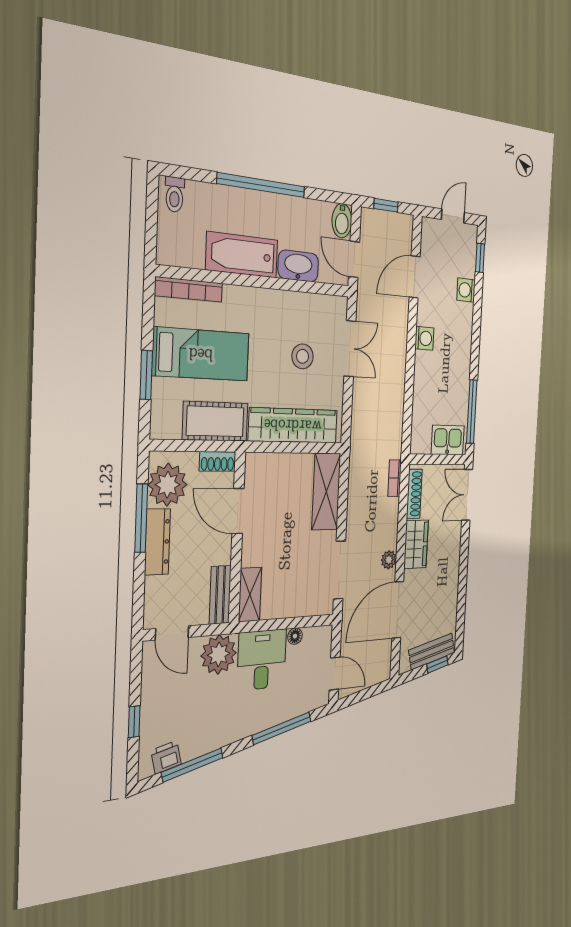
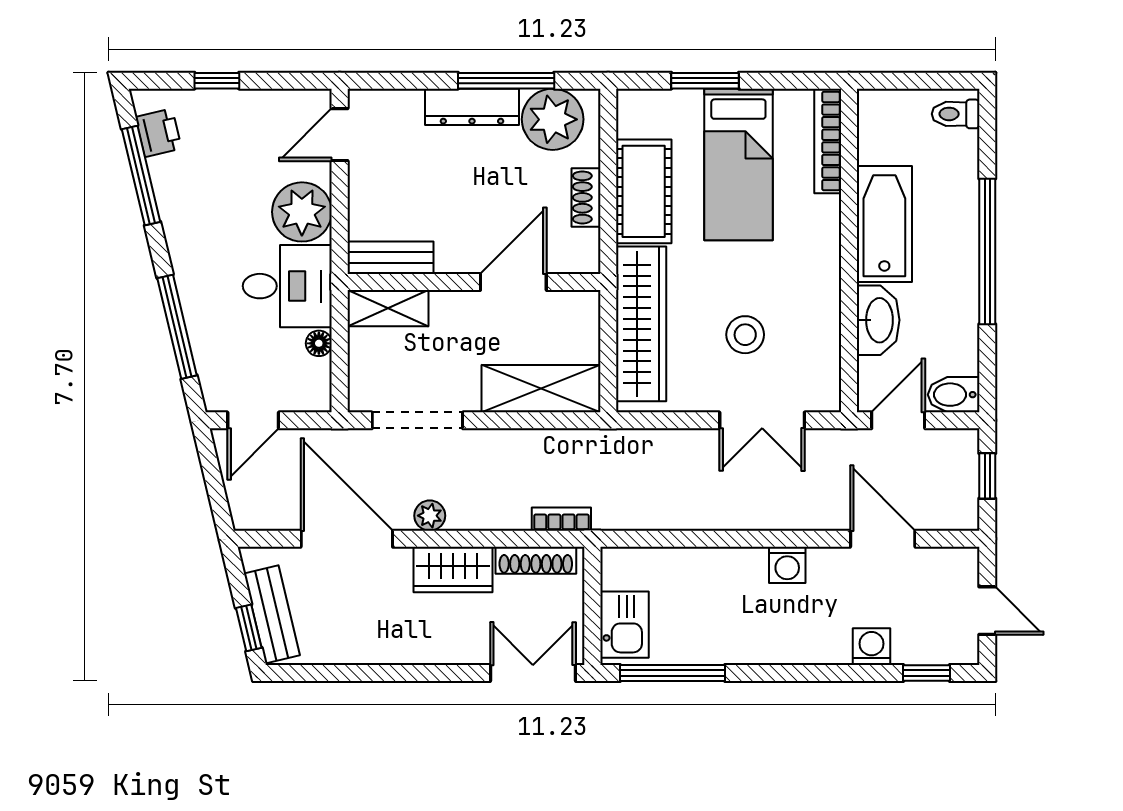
door: (238, 511) -> (513, 282), moved
wall: (237, 538) -> (474, 282), moved
bench: (220, 595) -> (390, 258), moved
shelving: (250, 595) -> (388, 308), moved

